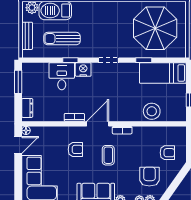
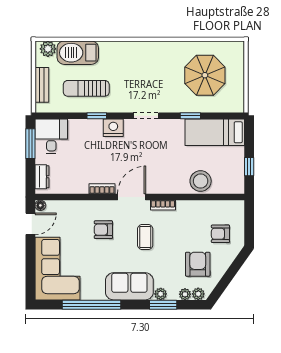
parasol: (155, 28) -> (205, 75), width x0.73, depth x0.73
desk: (62, 76) -> (51, 136), moved
armchair: (75, 149) -> (103, 230), turned 180
armchair: (167, 153) -> (220, 234), turned 180

